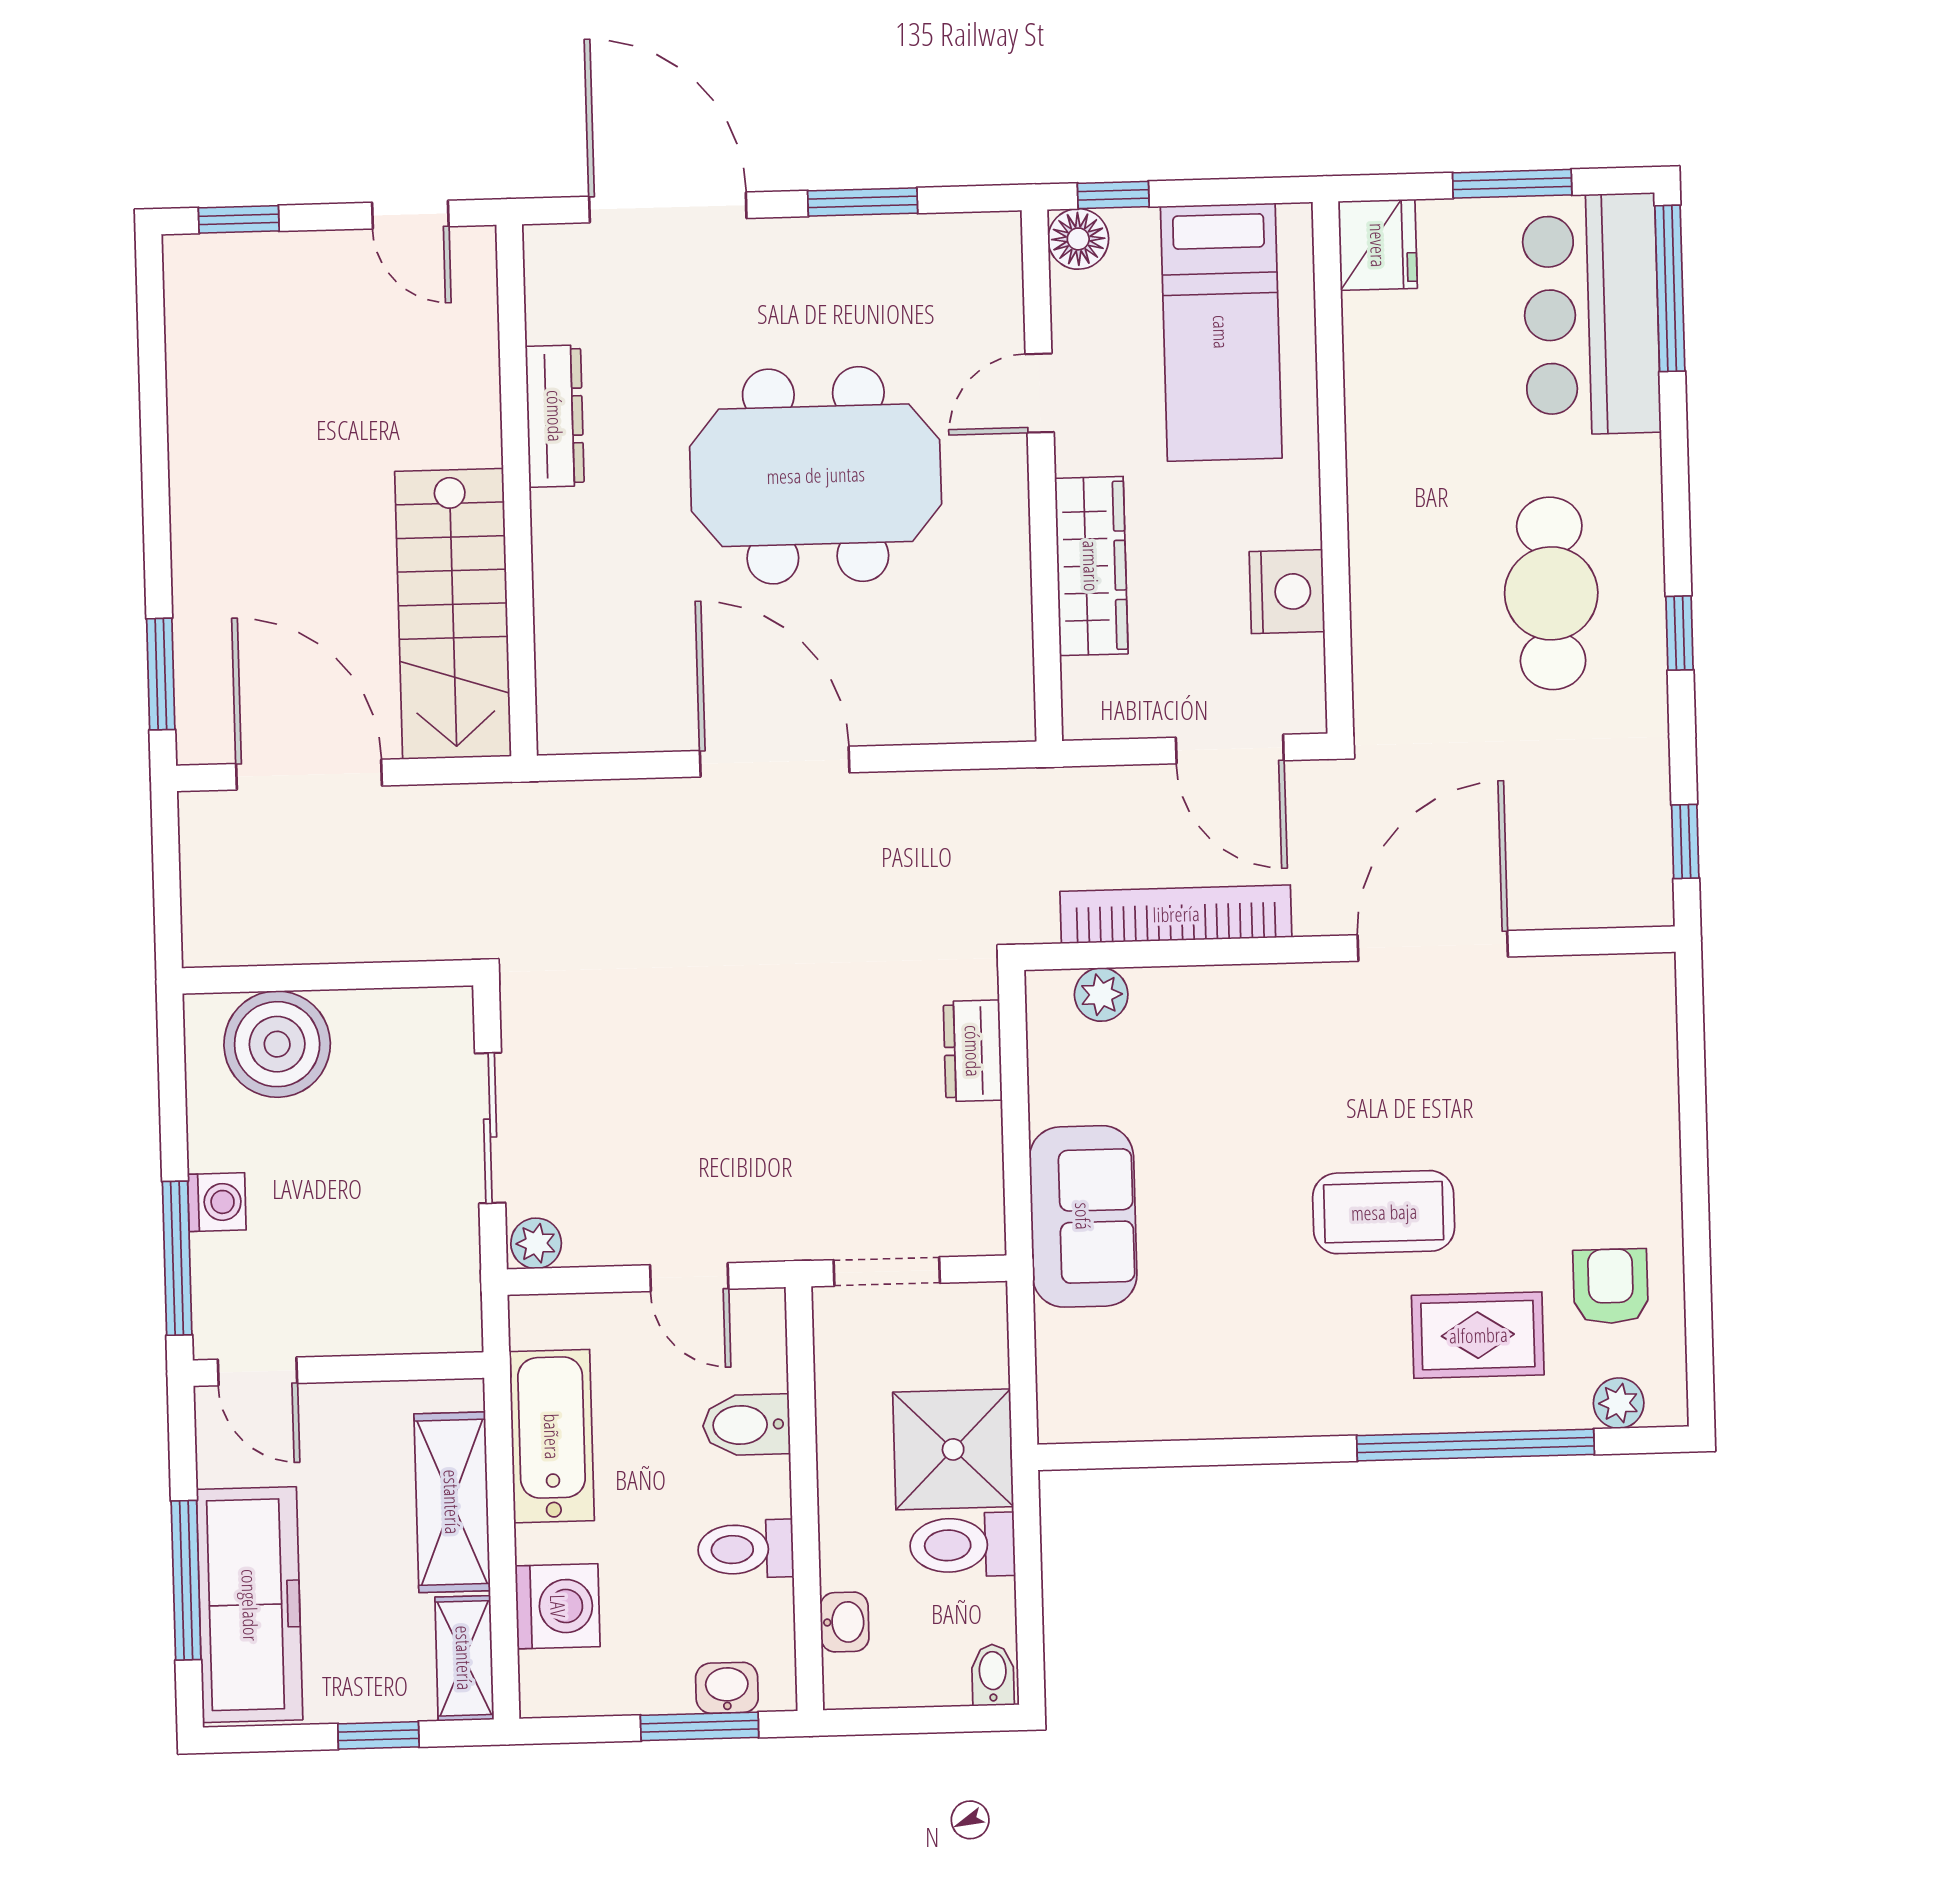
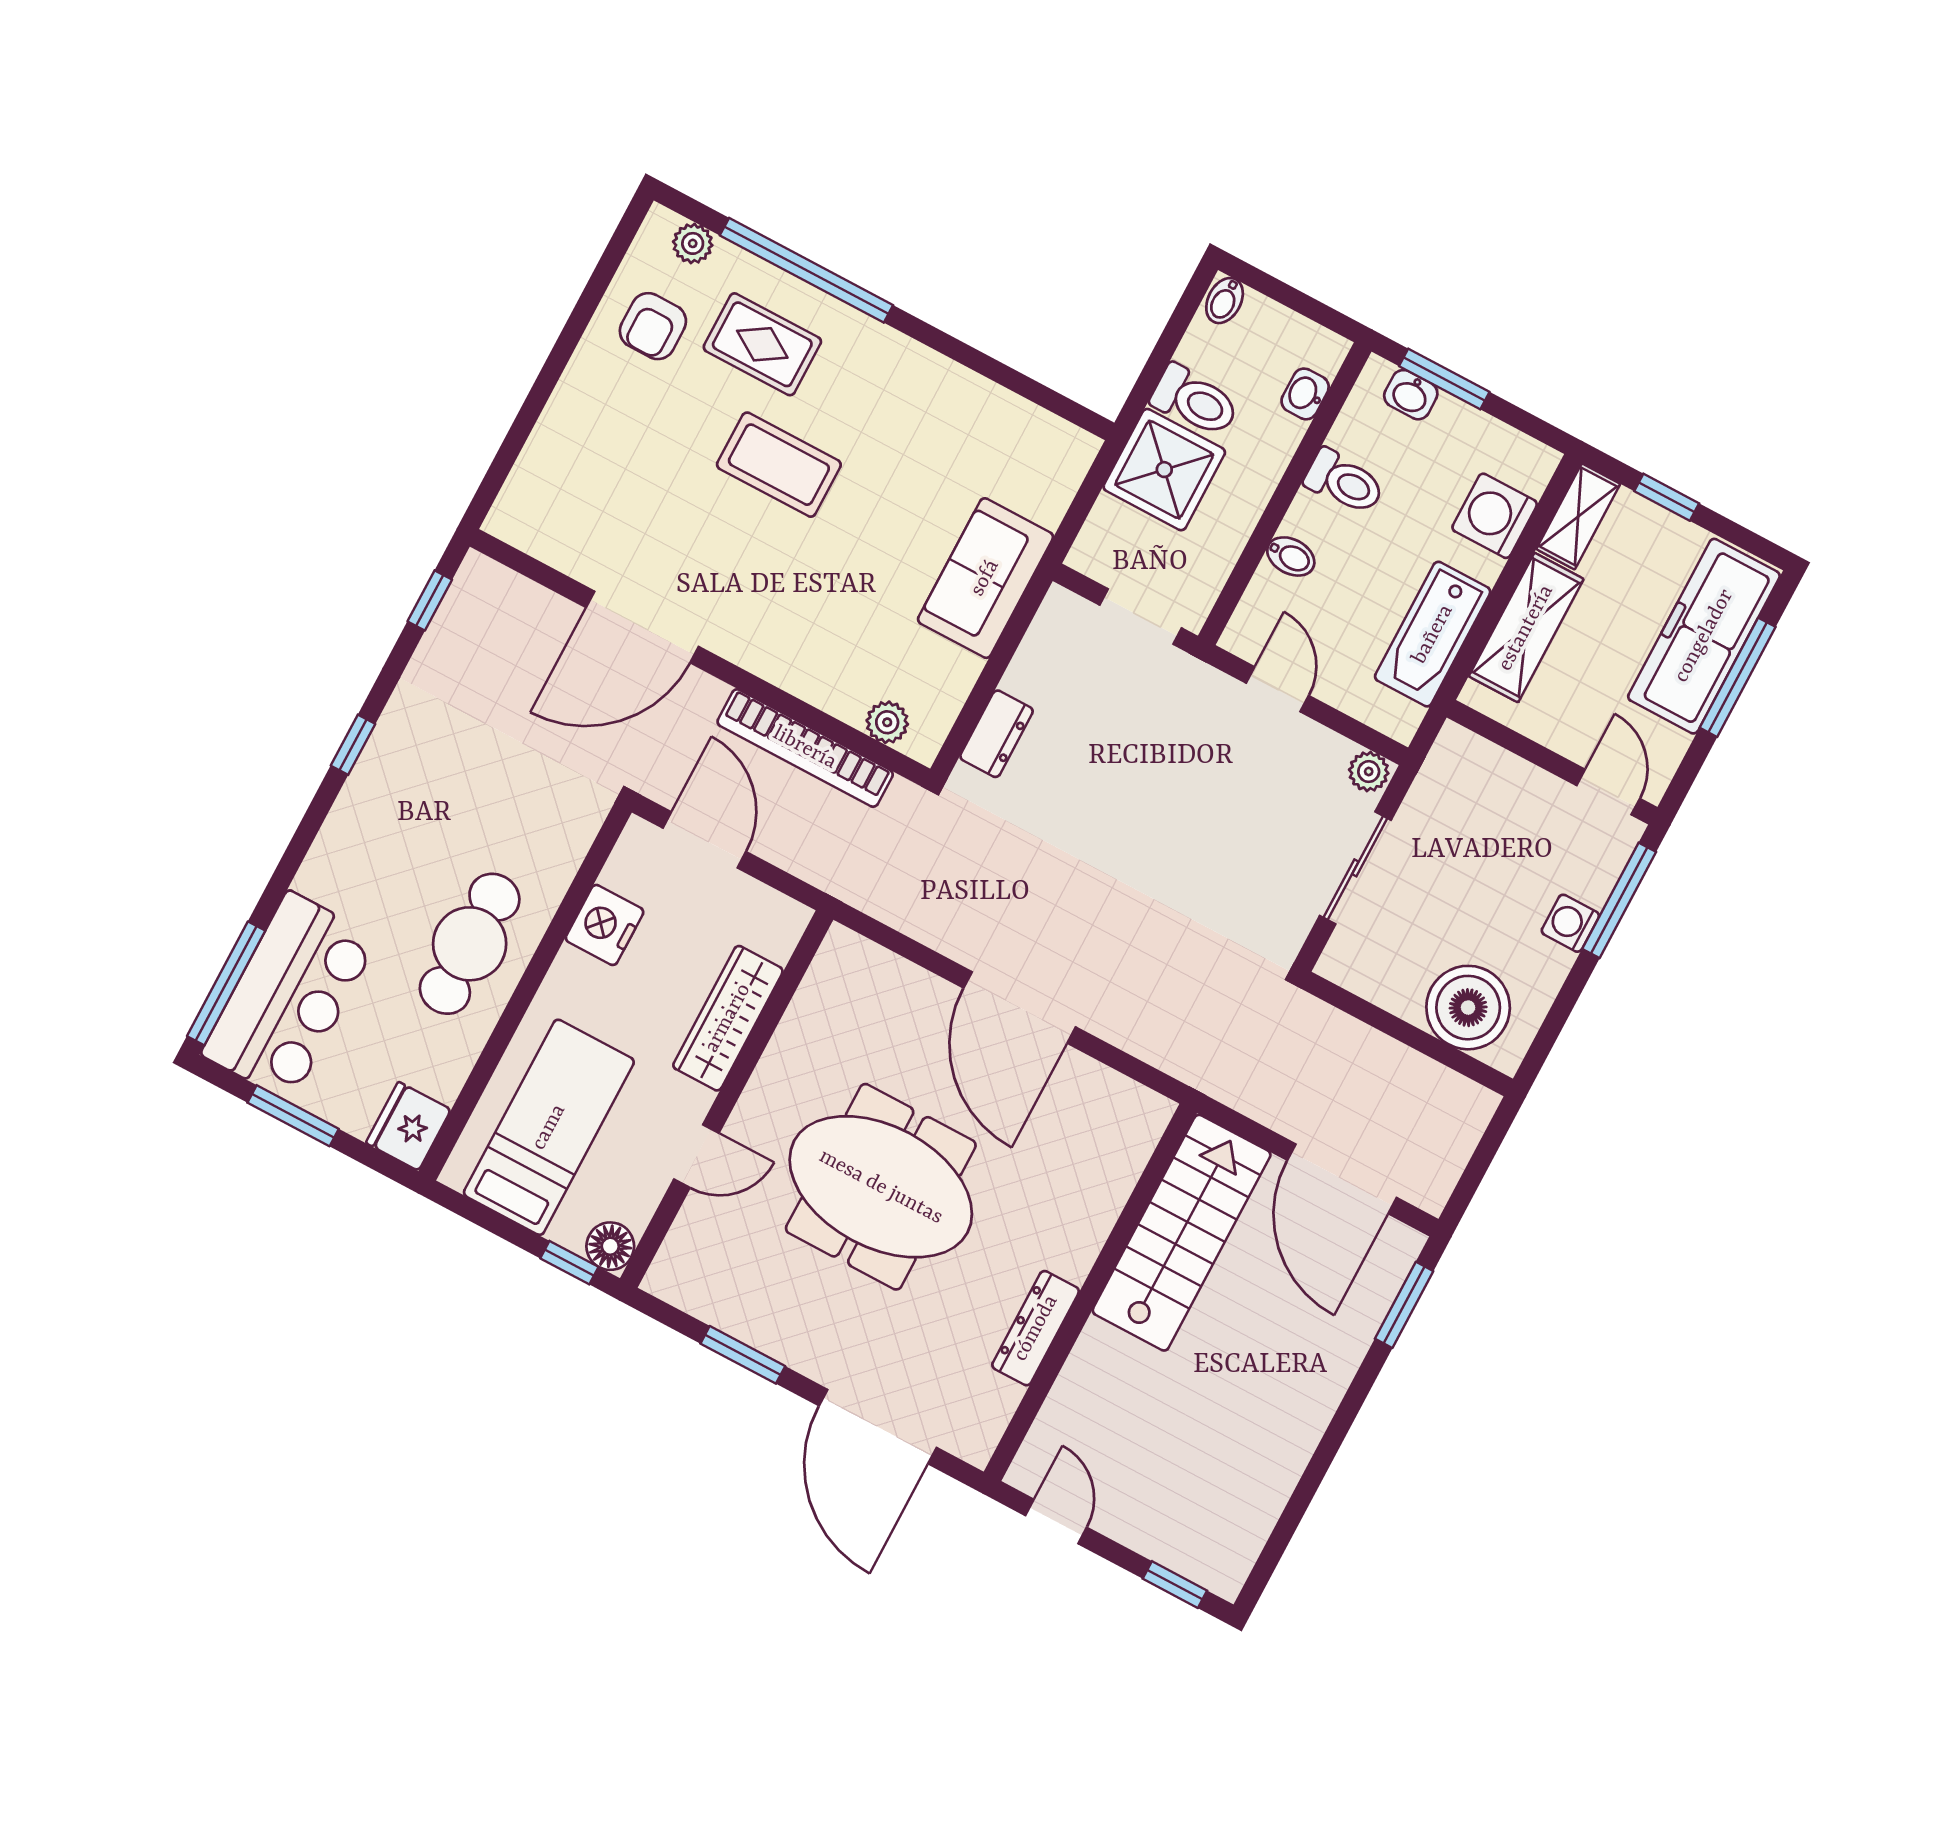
cafe table: (1551, 593) -> (470, 944), moved
bidet: (746, 1425) -> (1291, 556), width x0.72, depth x0.74

